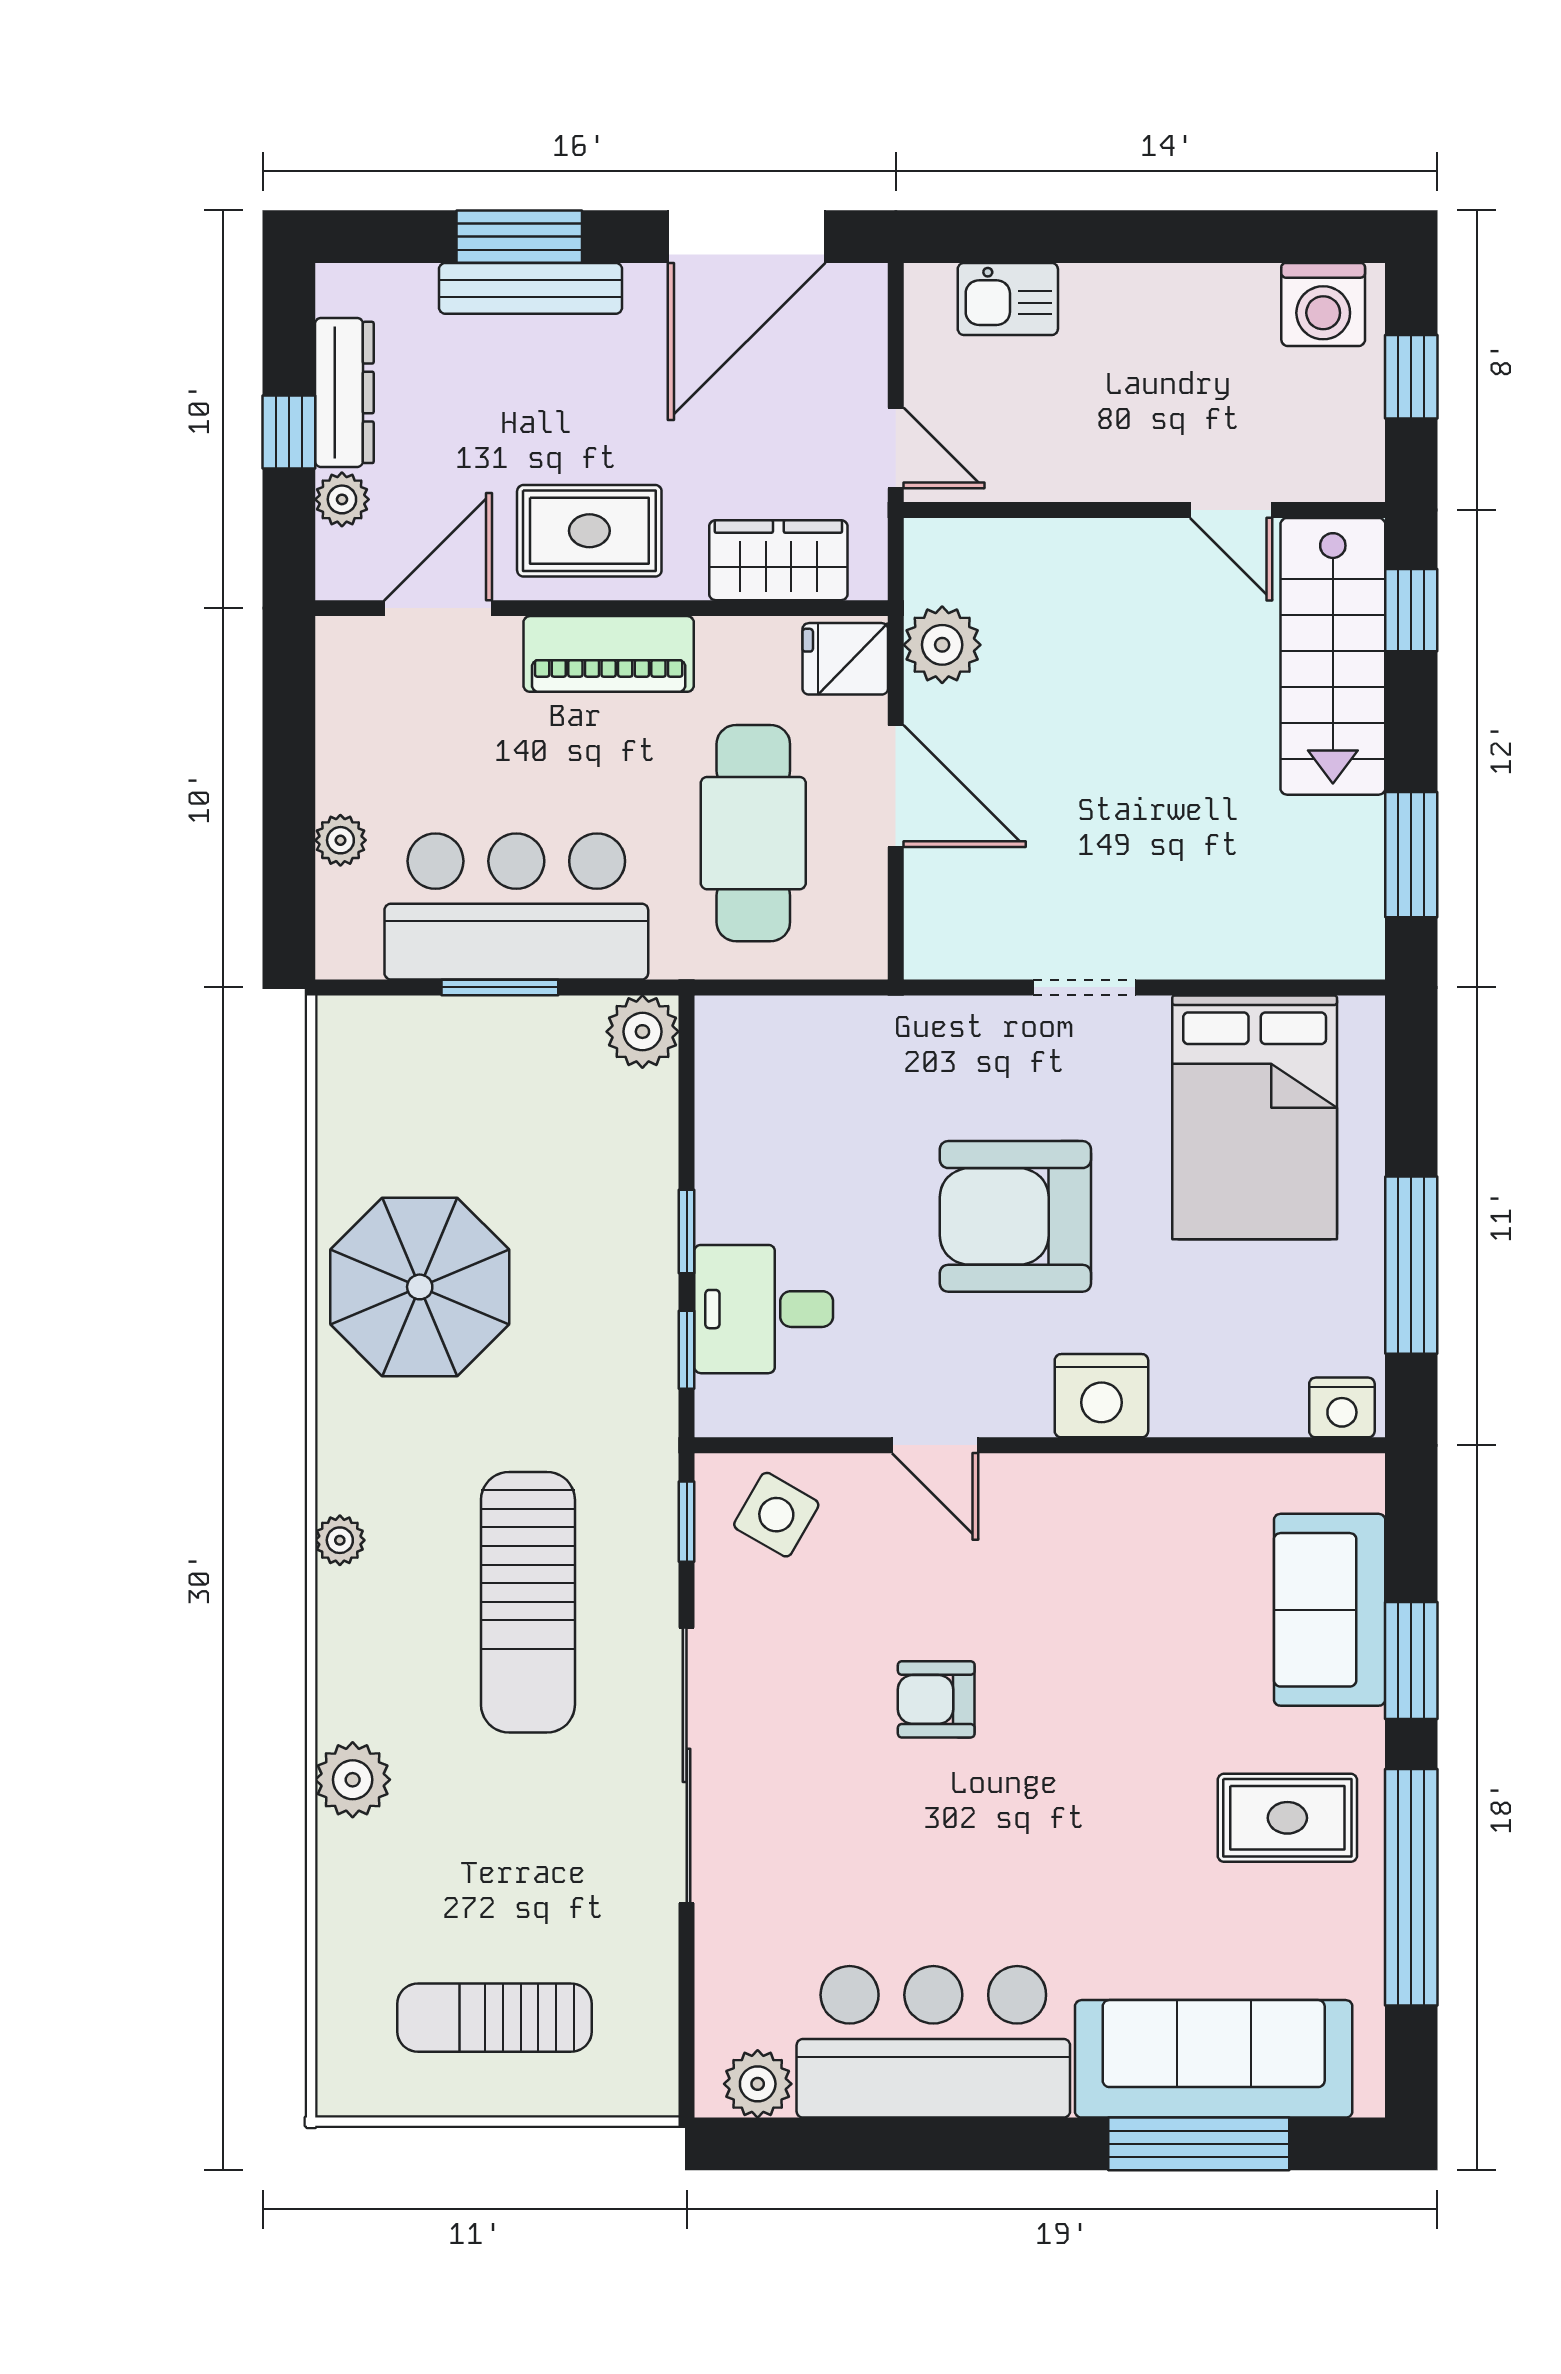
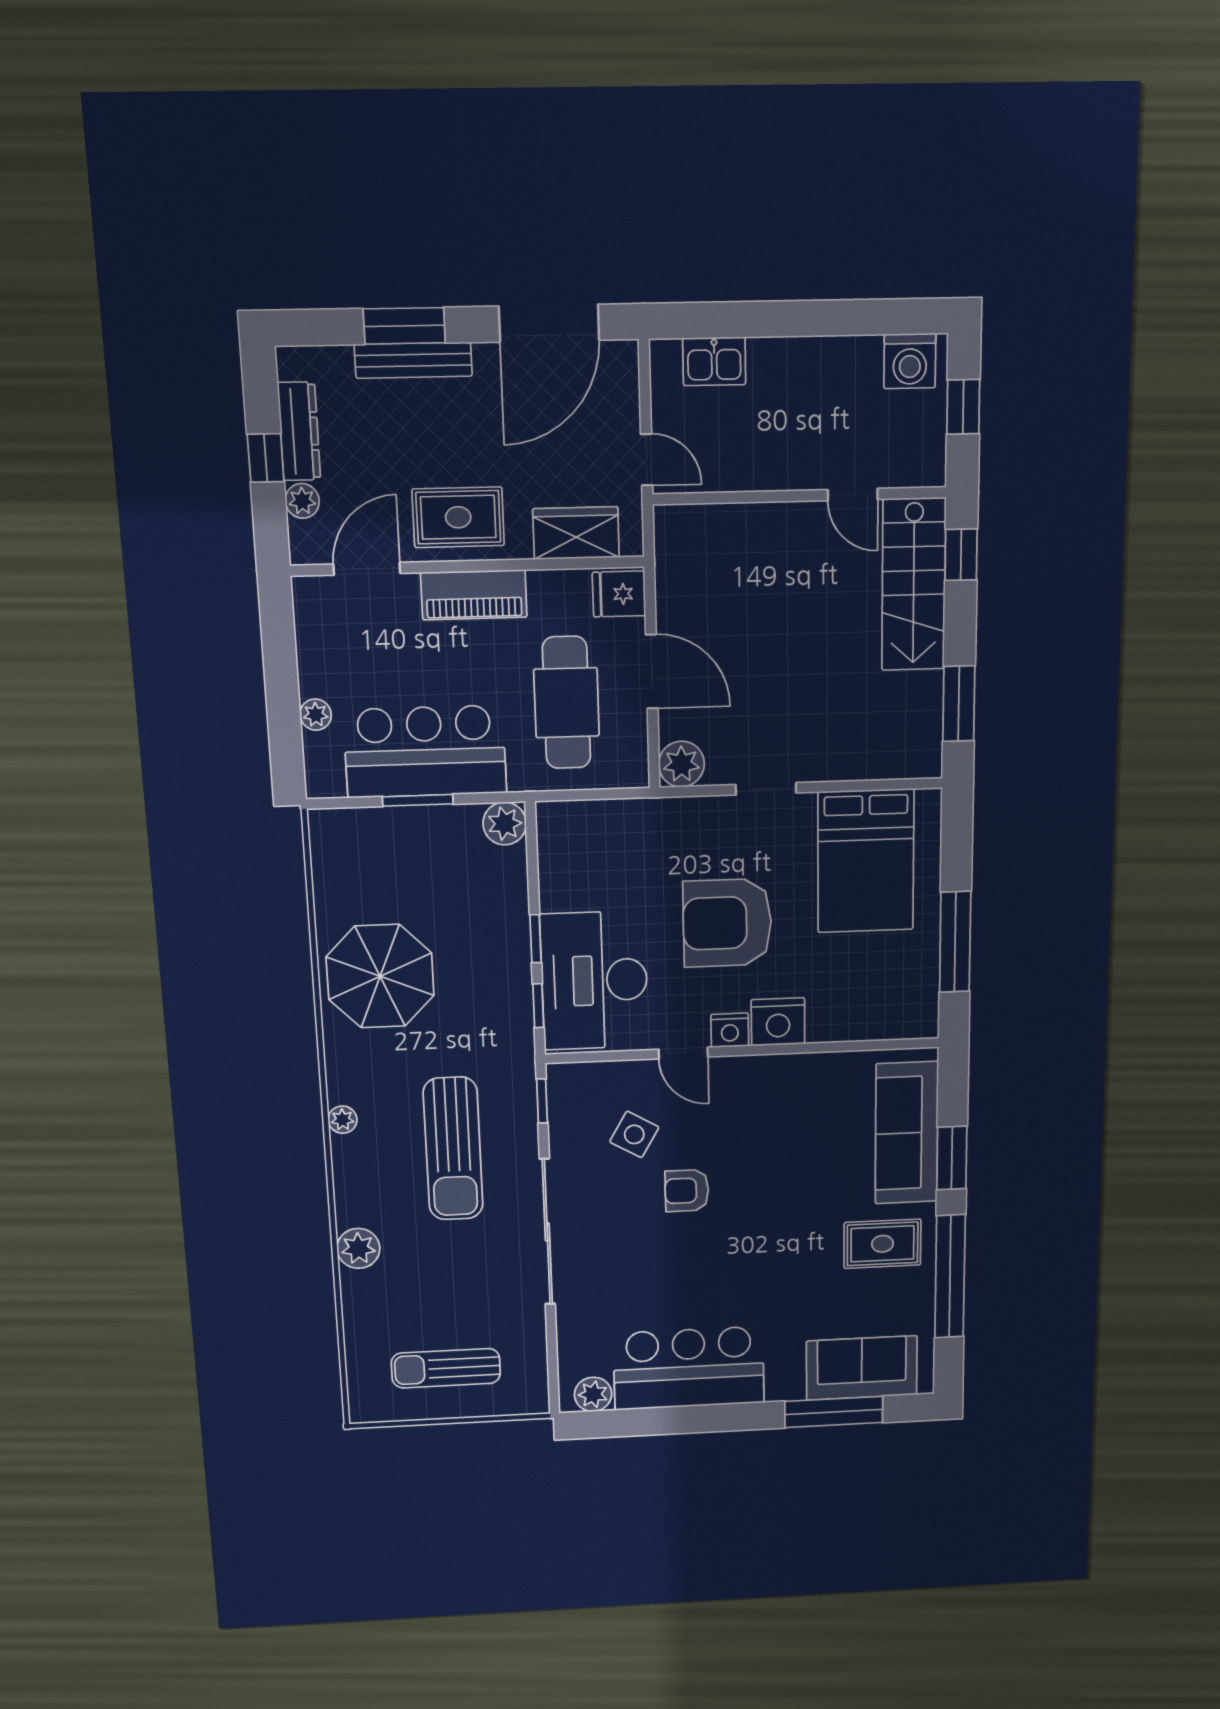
plant: (942, 645) -> (681, 764), moved
desk: (764, 1309) -> (594, 981), width x1.87, depth x1.30
nightstand: (1342, 1407) -> (730, 1030), moved
side table: (776, 1515) -> (634, 1134), moved
sofa: (1330, 1610) -> (907, 1133), width x1.36
sofa: (1214, 2059) -> (862, 1368), width x0.73

